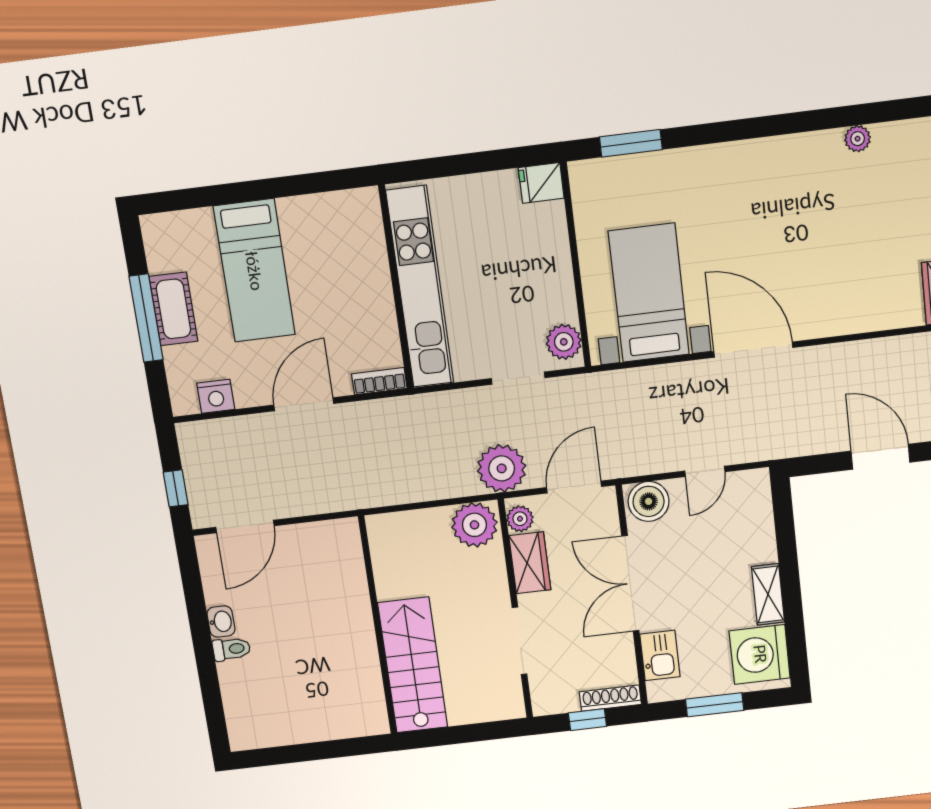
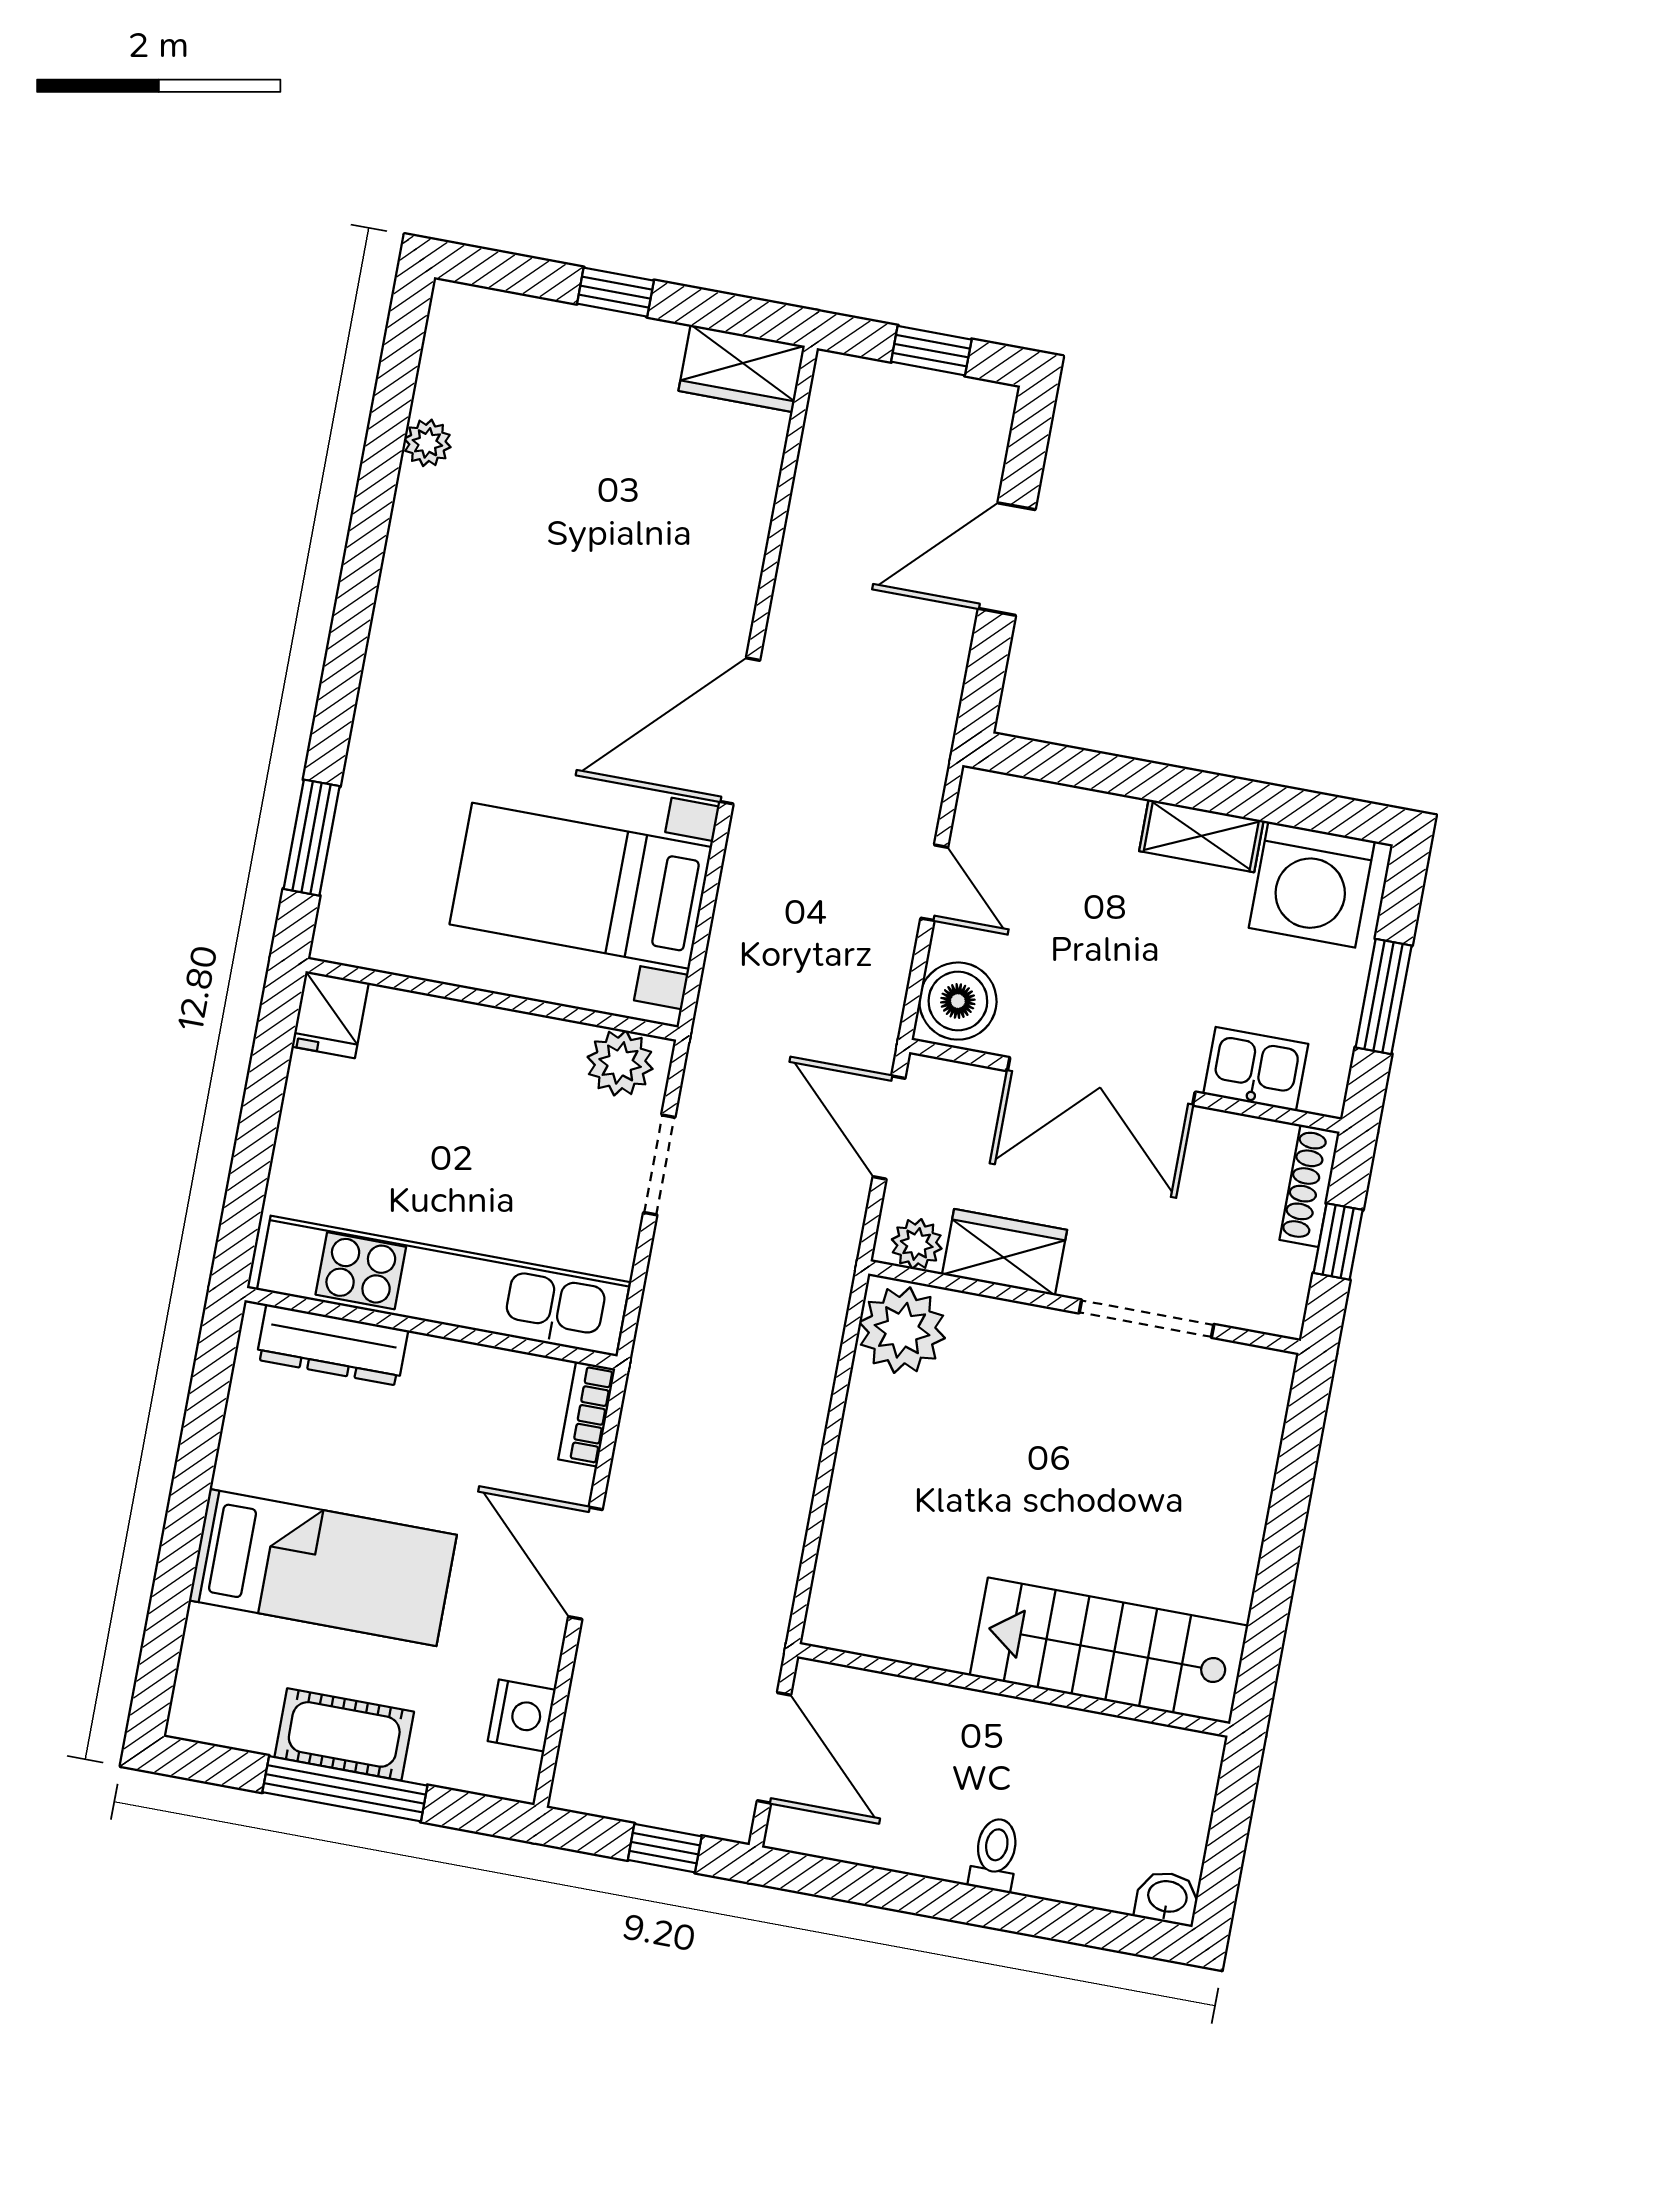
dresser: (370, 239) -> (332, 1345), added
plant: (502, 468) -> (814, 1247), removed
washbasin: (221, 622) -> (1167, 1898), moved
wall: (378, 626) -> (1014, 1690), moved
stairs: (413, 665) -> (1109, 1651), moved

